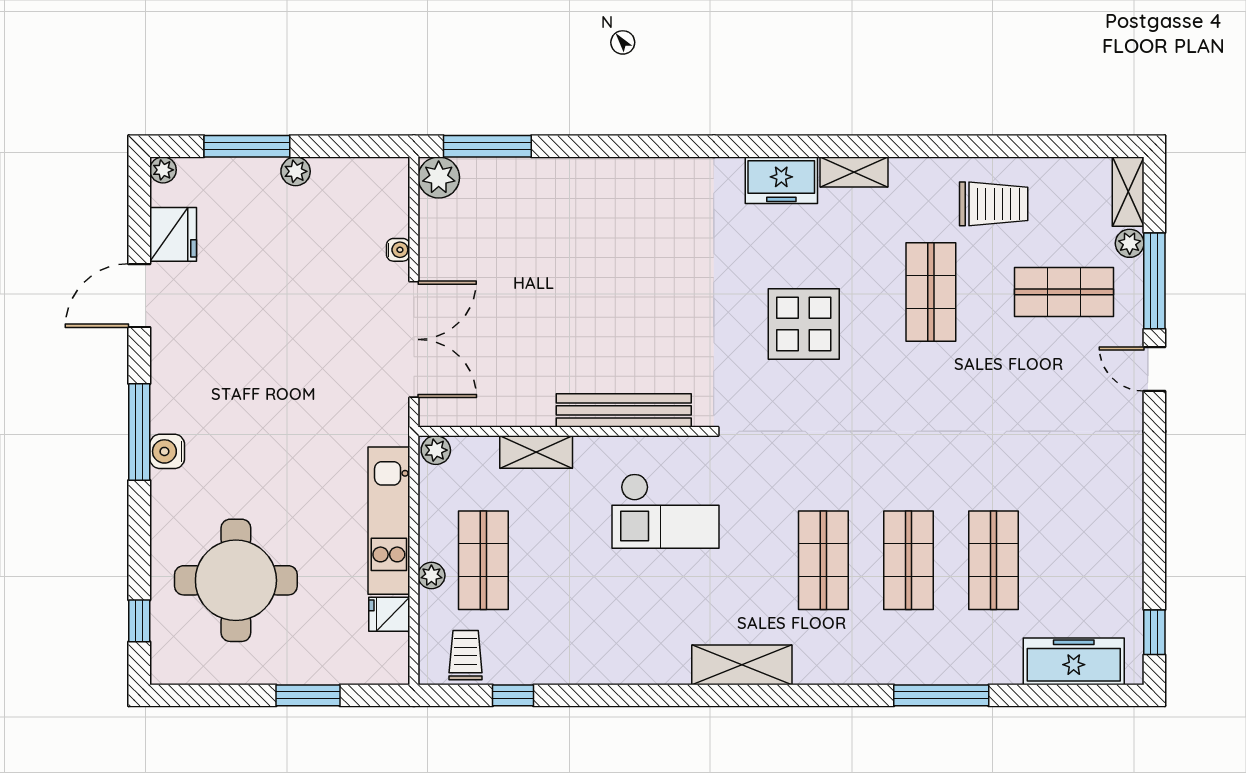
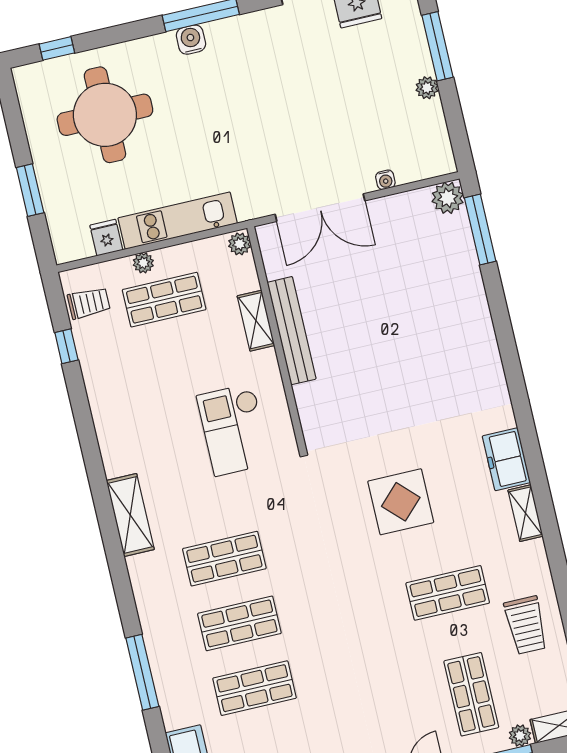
bench: (624, 410) -> (292, 331), moved

